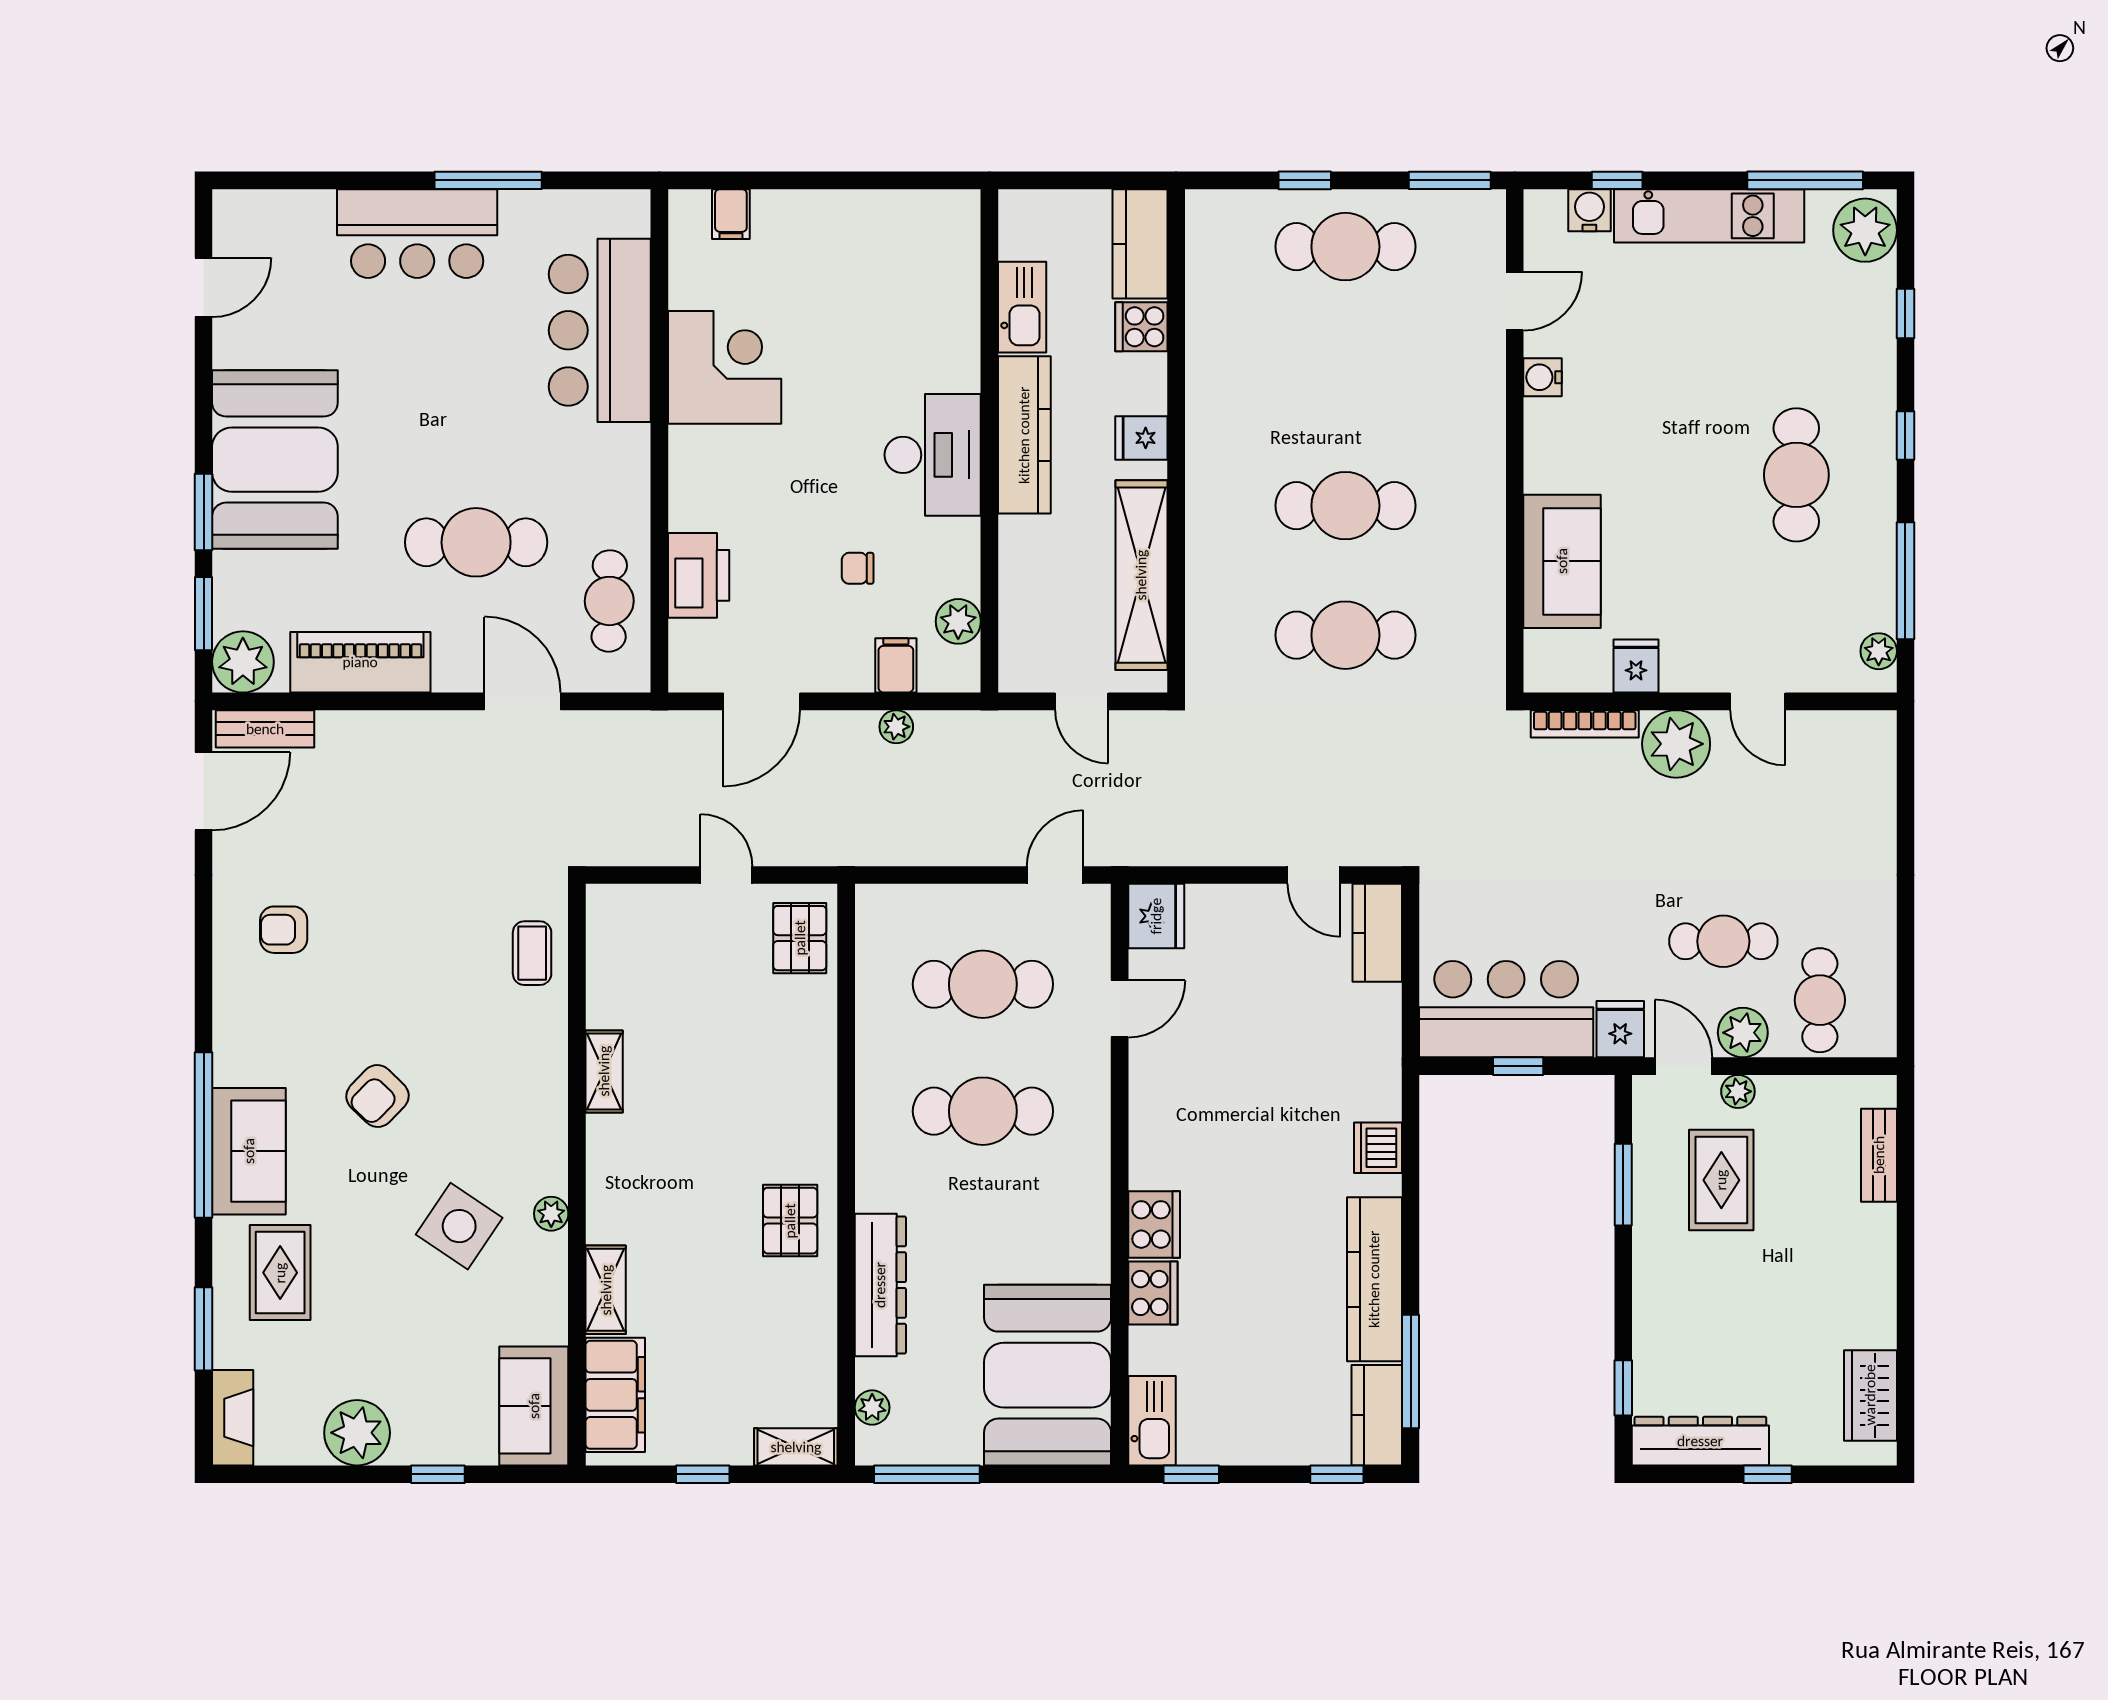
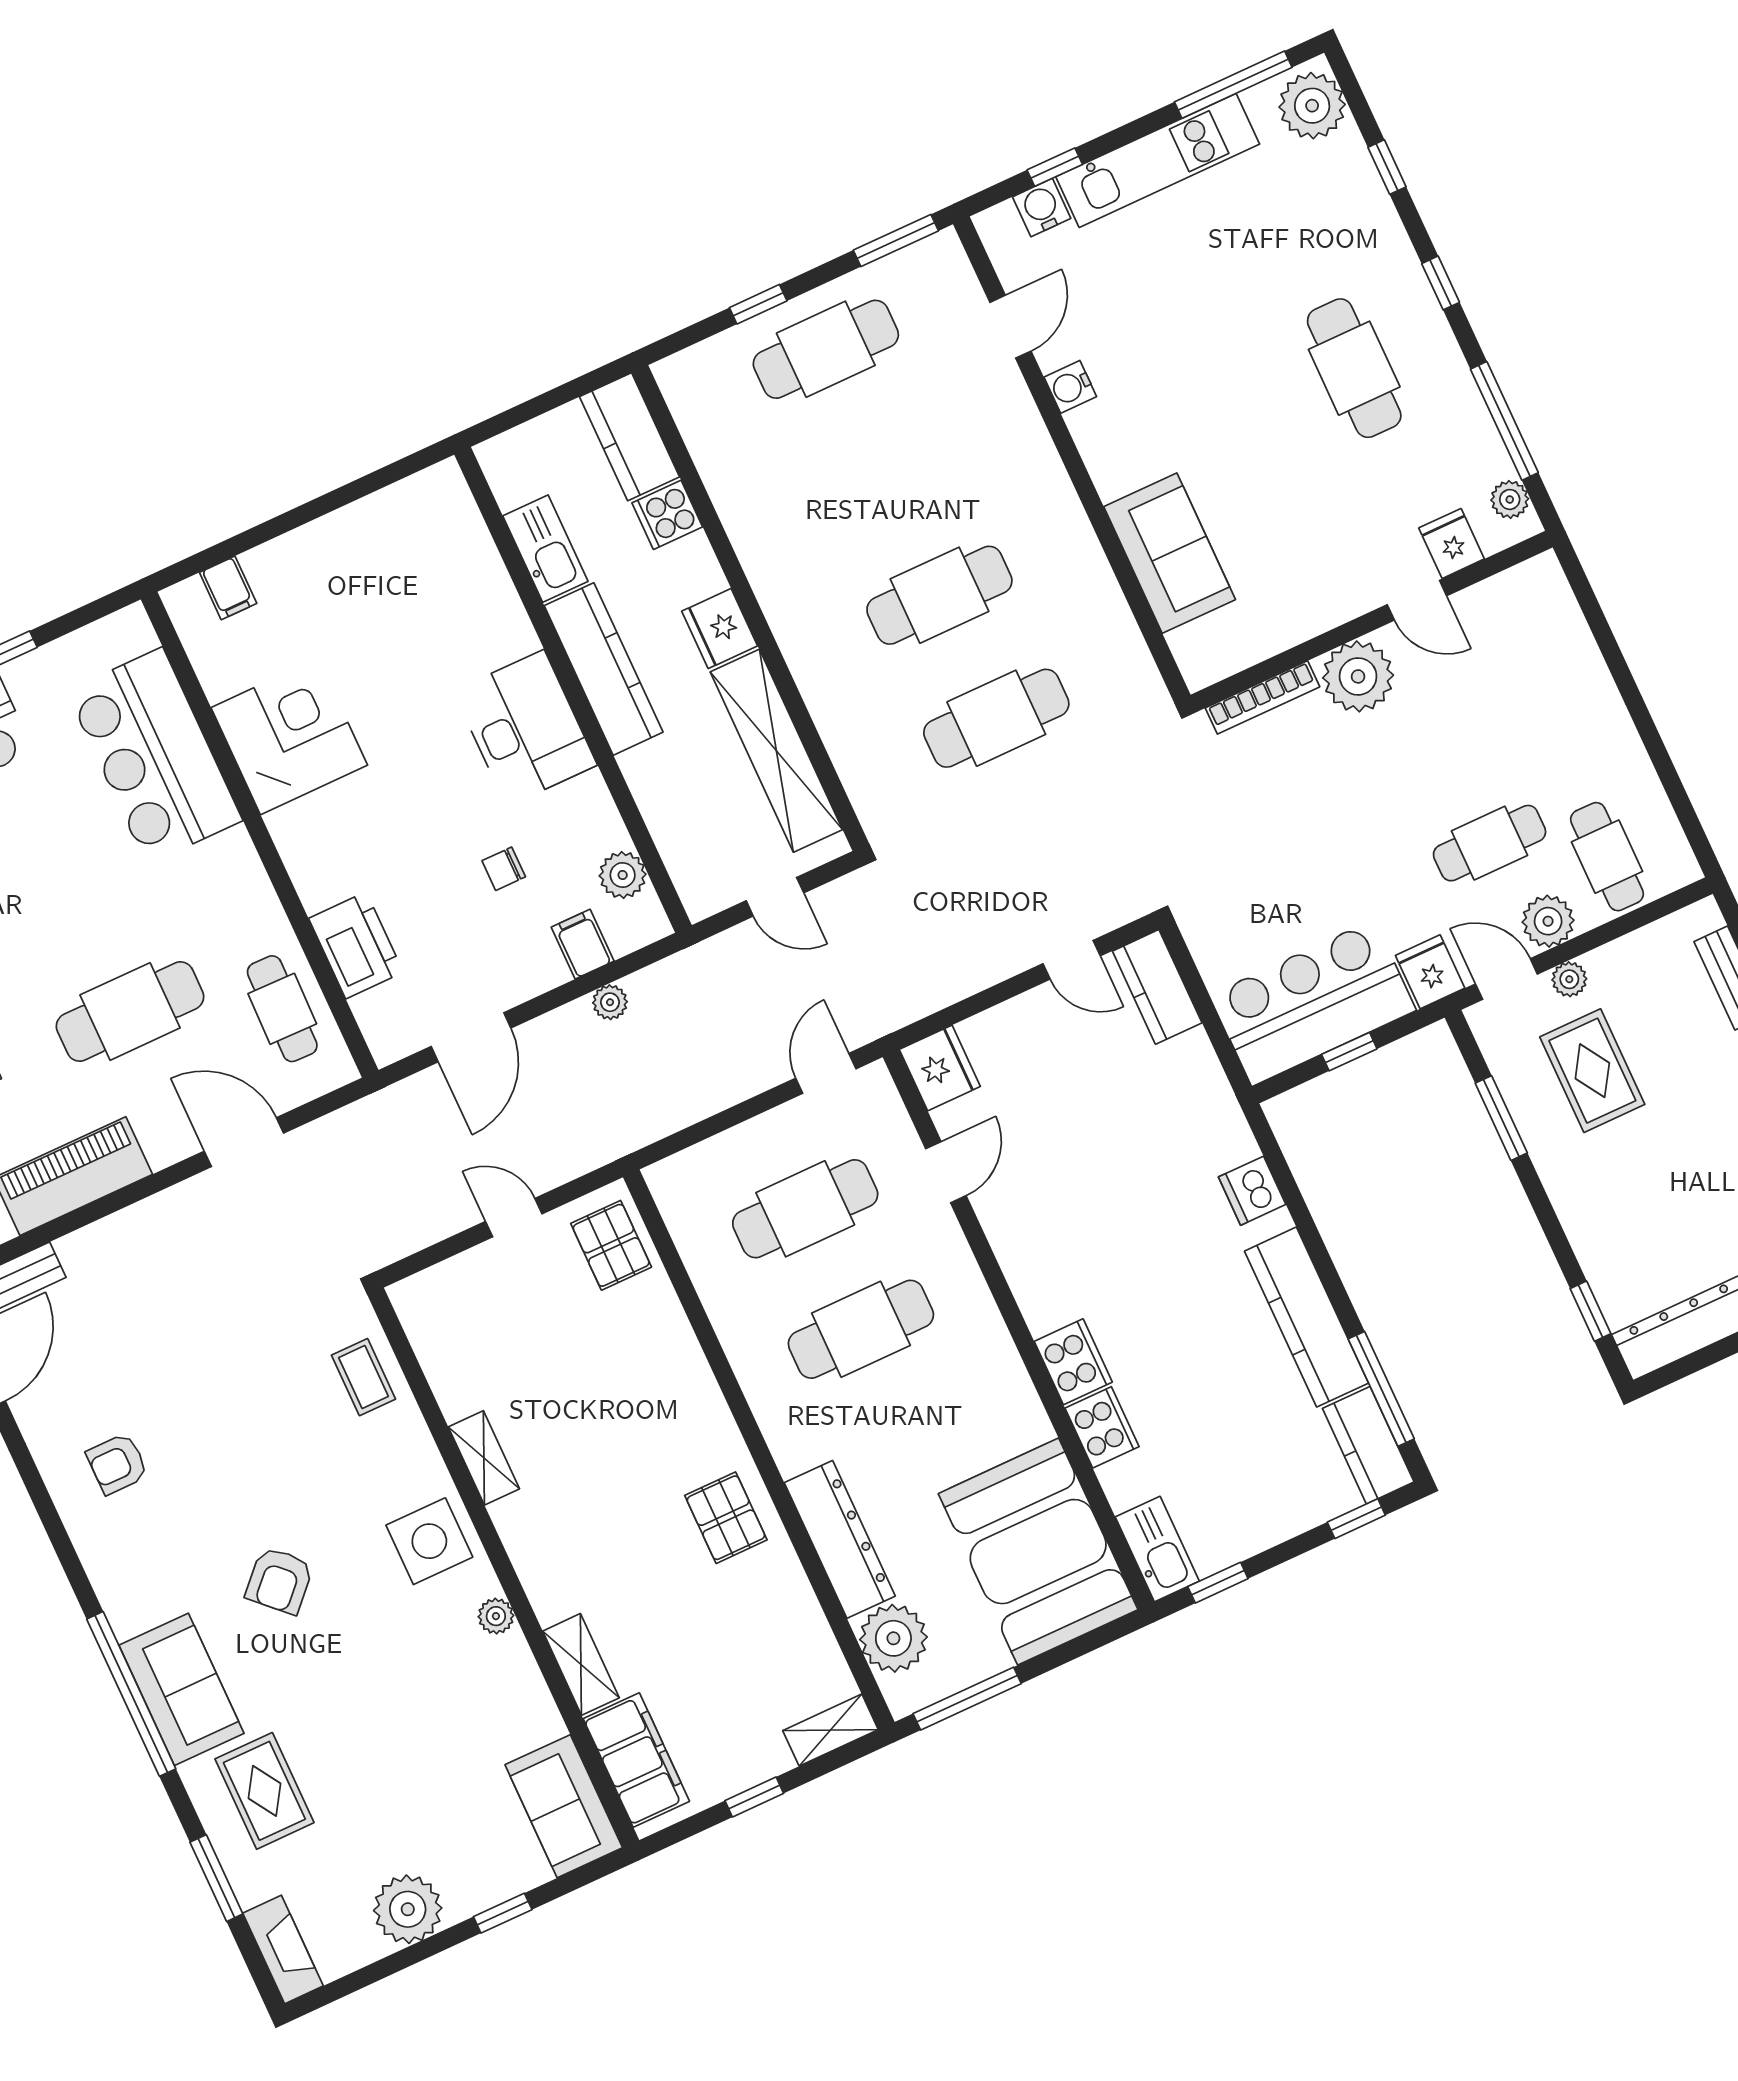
fridge: (1141, 438) -> (720, 628), width x1.38
fridge: (1636, 666) -> (1452, 543), moved
side table: (459, 1226) -> (429, 1541), moved, turned -34
plant: (872, 1407) -> (893, 1638), width x1.87, depth x1.87

